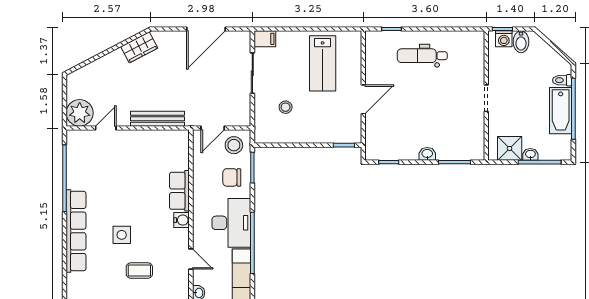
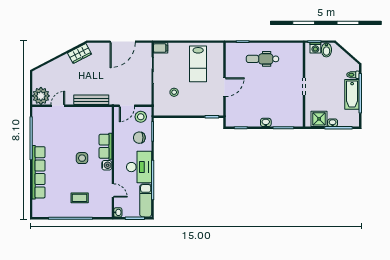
side table: (122, 235) -> (82, 158), moved

